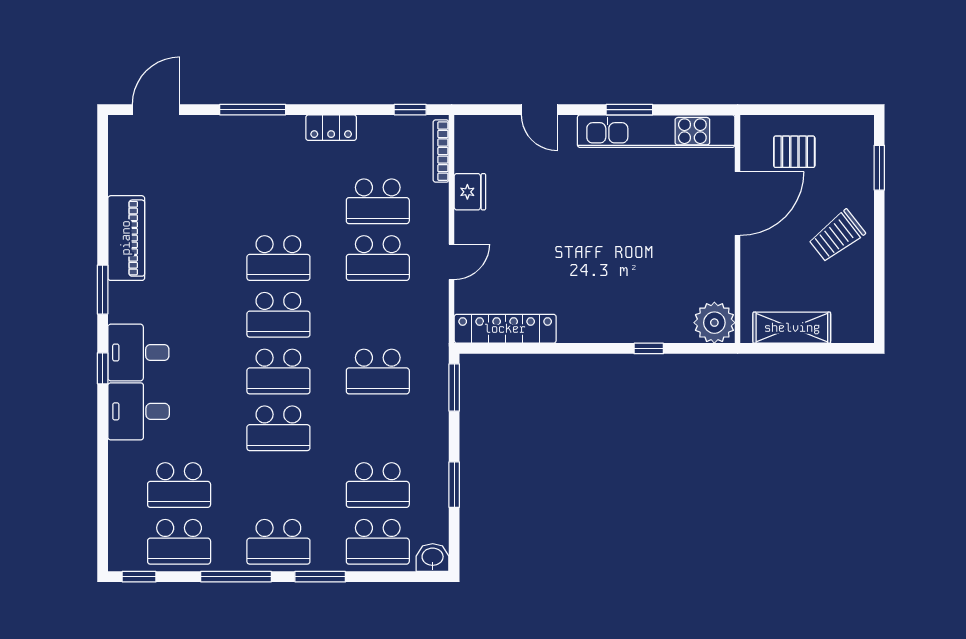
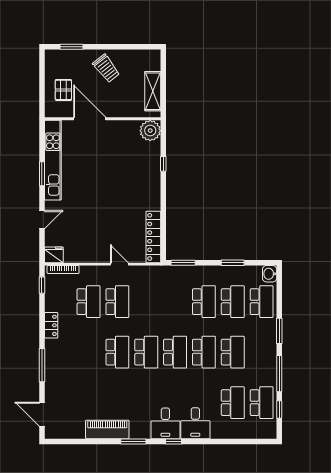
fridge: (470, 192) -> (54, 255), moved
school desk: (378, 372) -> (204, 302), moved
school desk: (278, 542) -> (233, 352), moved
window: (139, 577) -> (279, 409), moved

